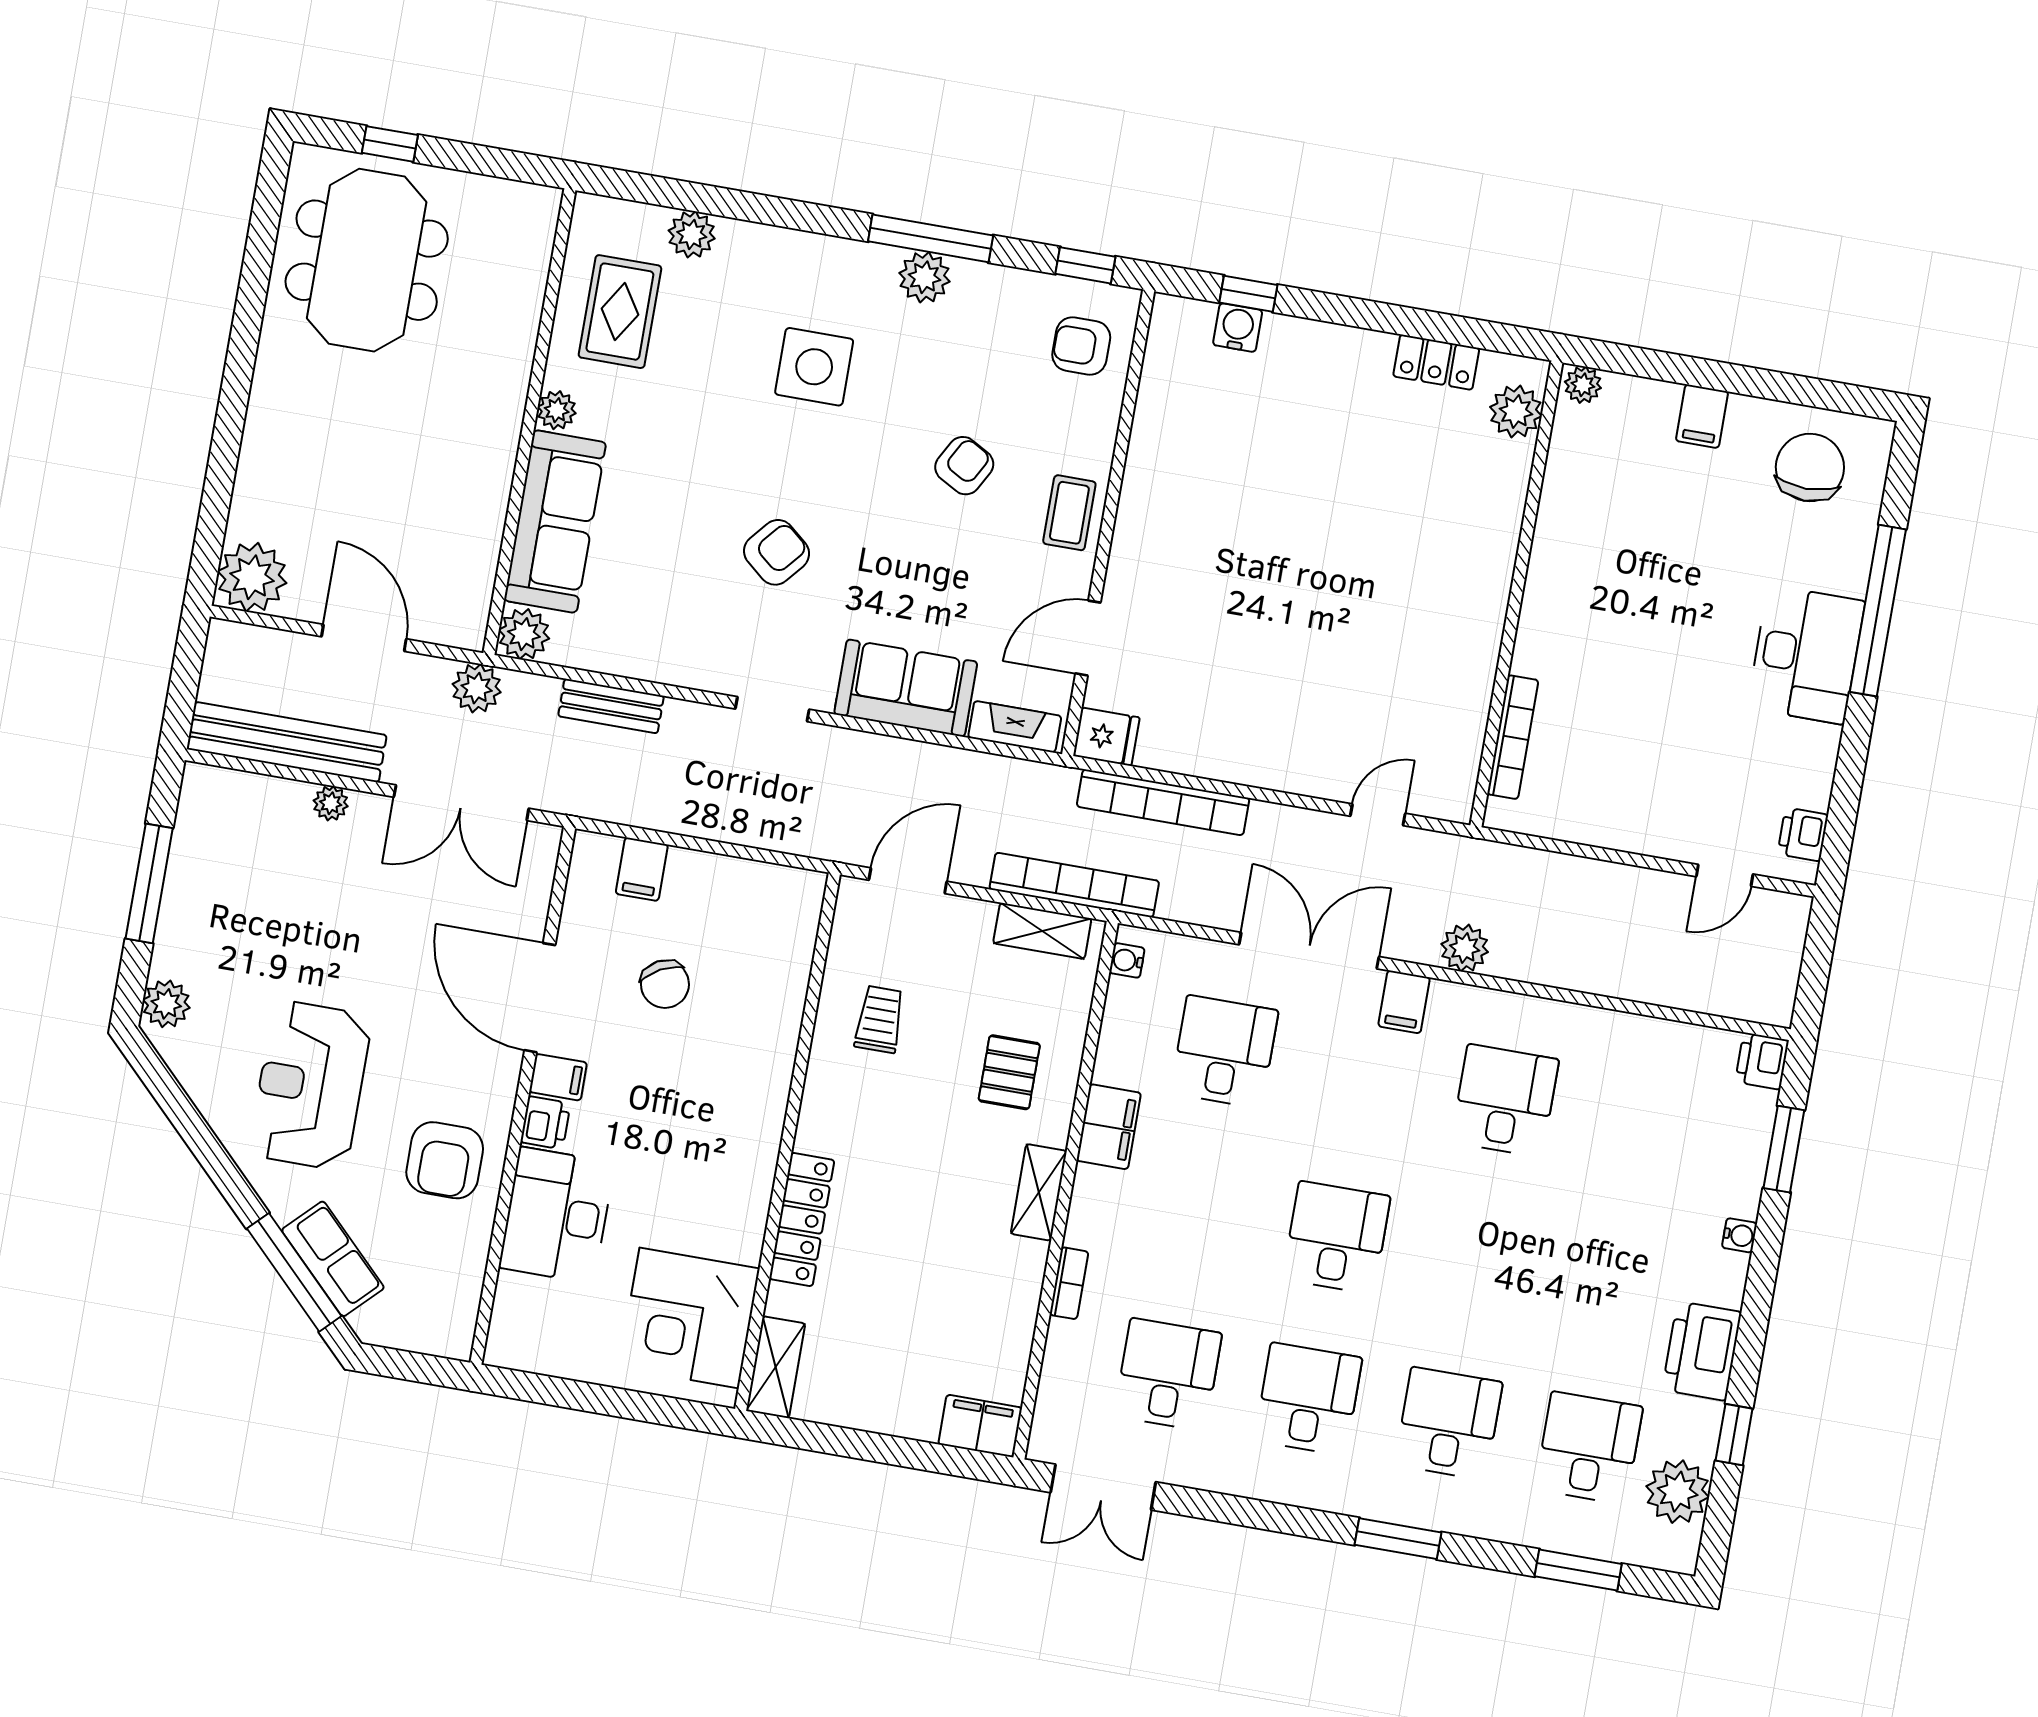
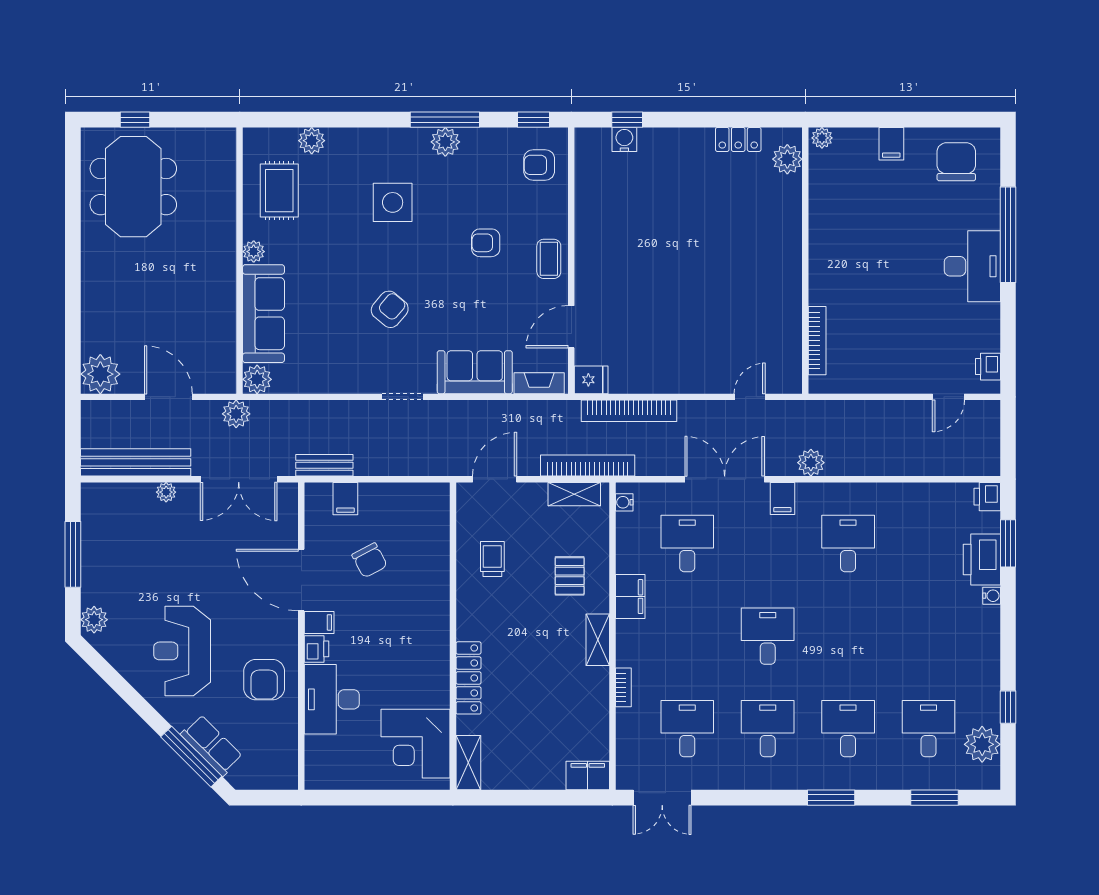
armchair: (964, 466) -> (486, 243), turned -119
bench: (611, 706) -> (324, 465), moved
printer: (1702, 1351) -> (982, 559), moved

